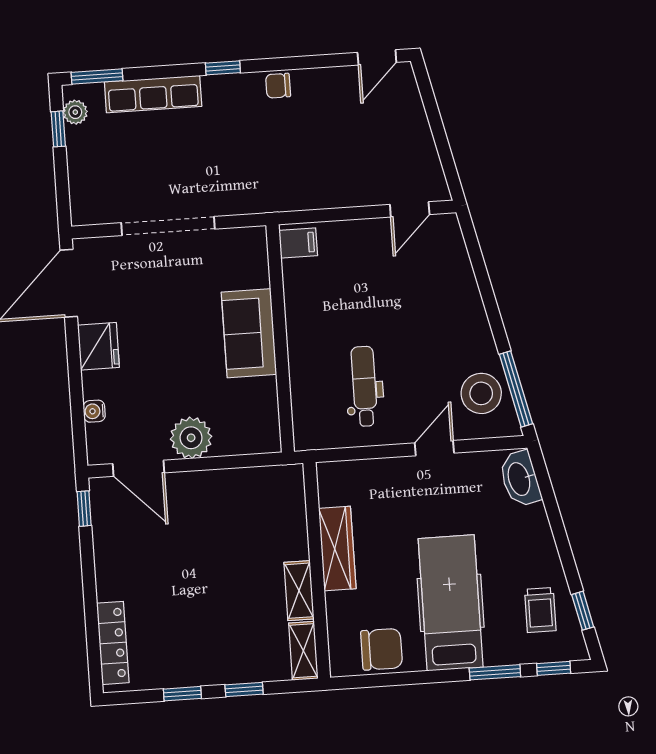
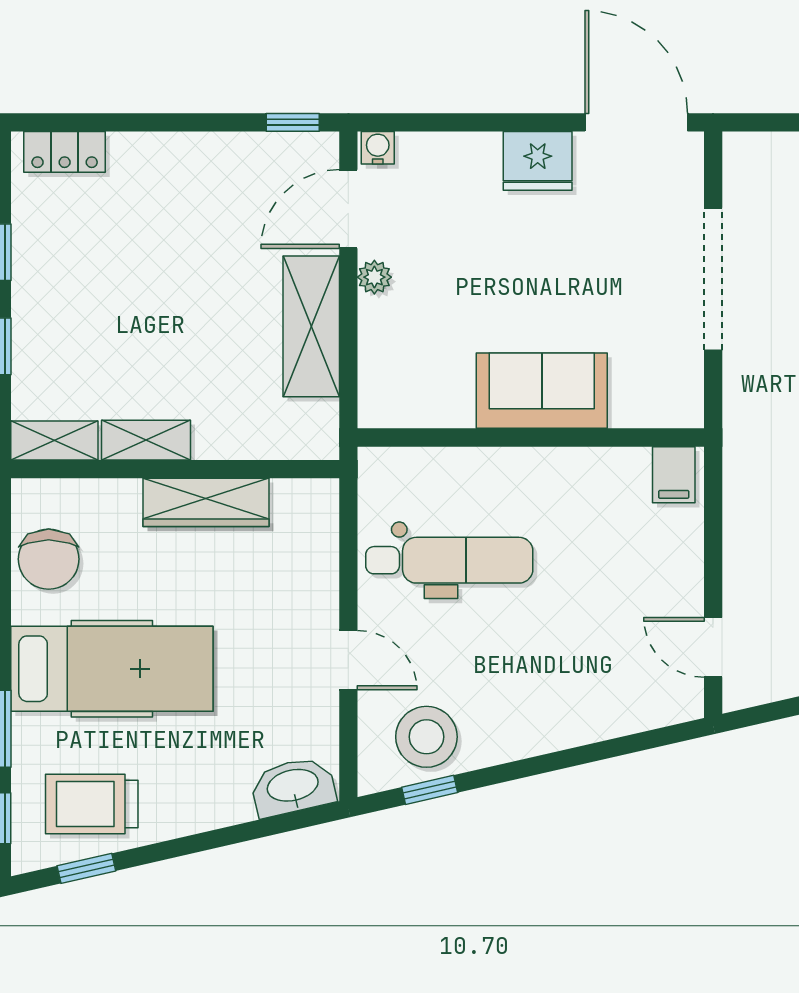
dental chair: (364, 386) -> (449, 560), width x1.36, depth x1.38
window: (516, 389) -> (430, 790), width x0.46
water cooler: (94, 411) -> (378, 148), moved
plant: (191, 438) -> (374, 277), width x0.53, depth x0.53
shelving: (217, 487) -> (311, 326), added
trolley: (540, 610) -> (92, 804), width x1.36, depth x1.39
locker: (113, 643) -> (65, 152), width x0.66

